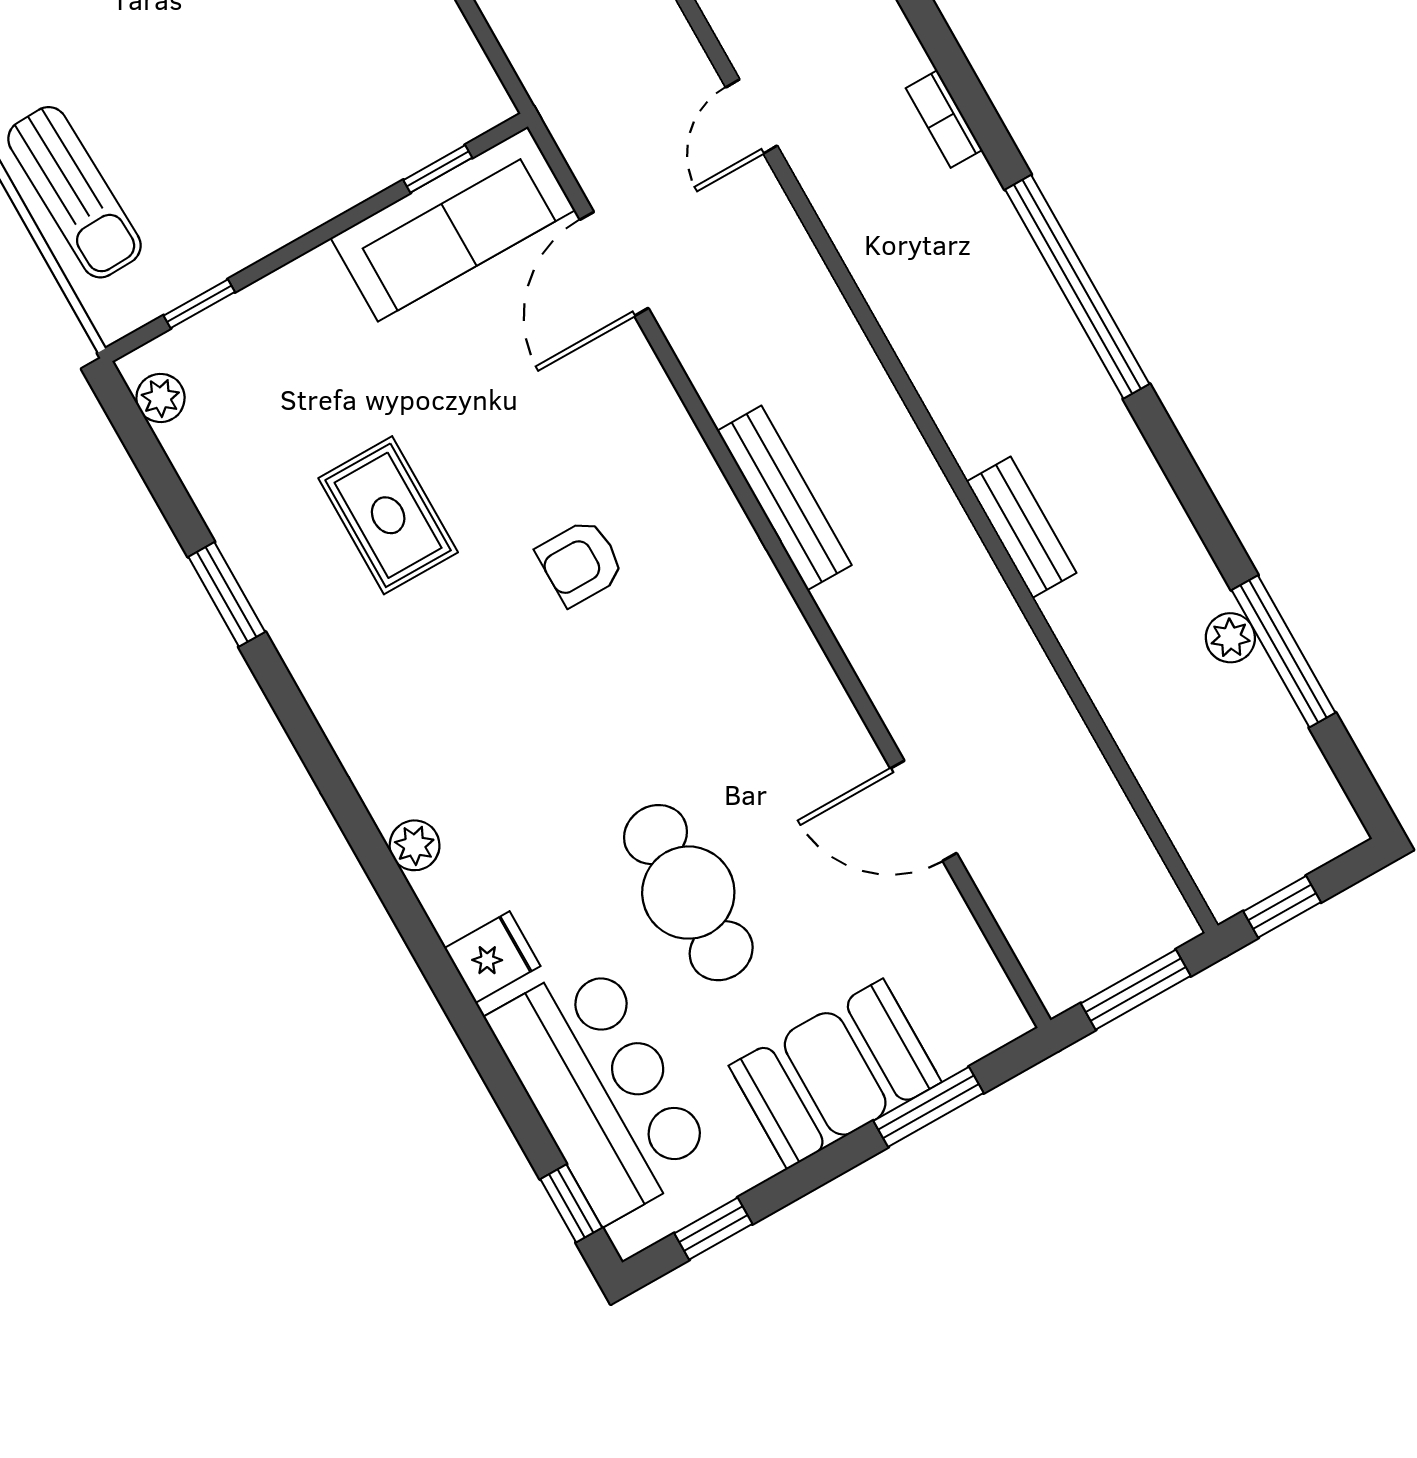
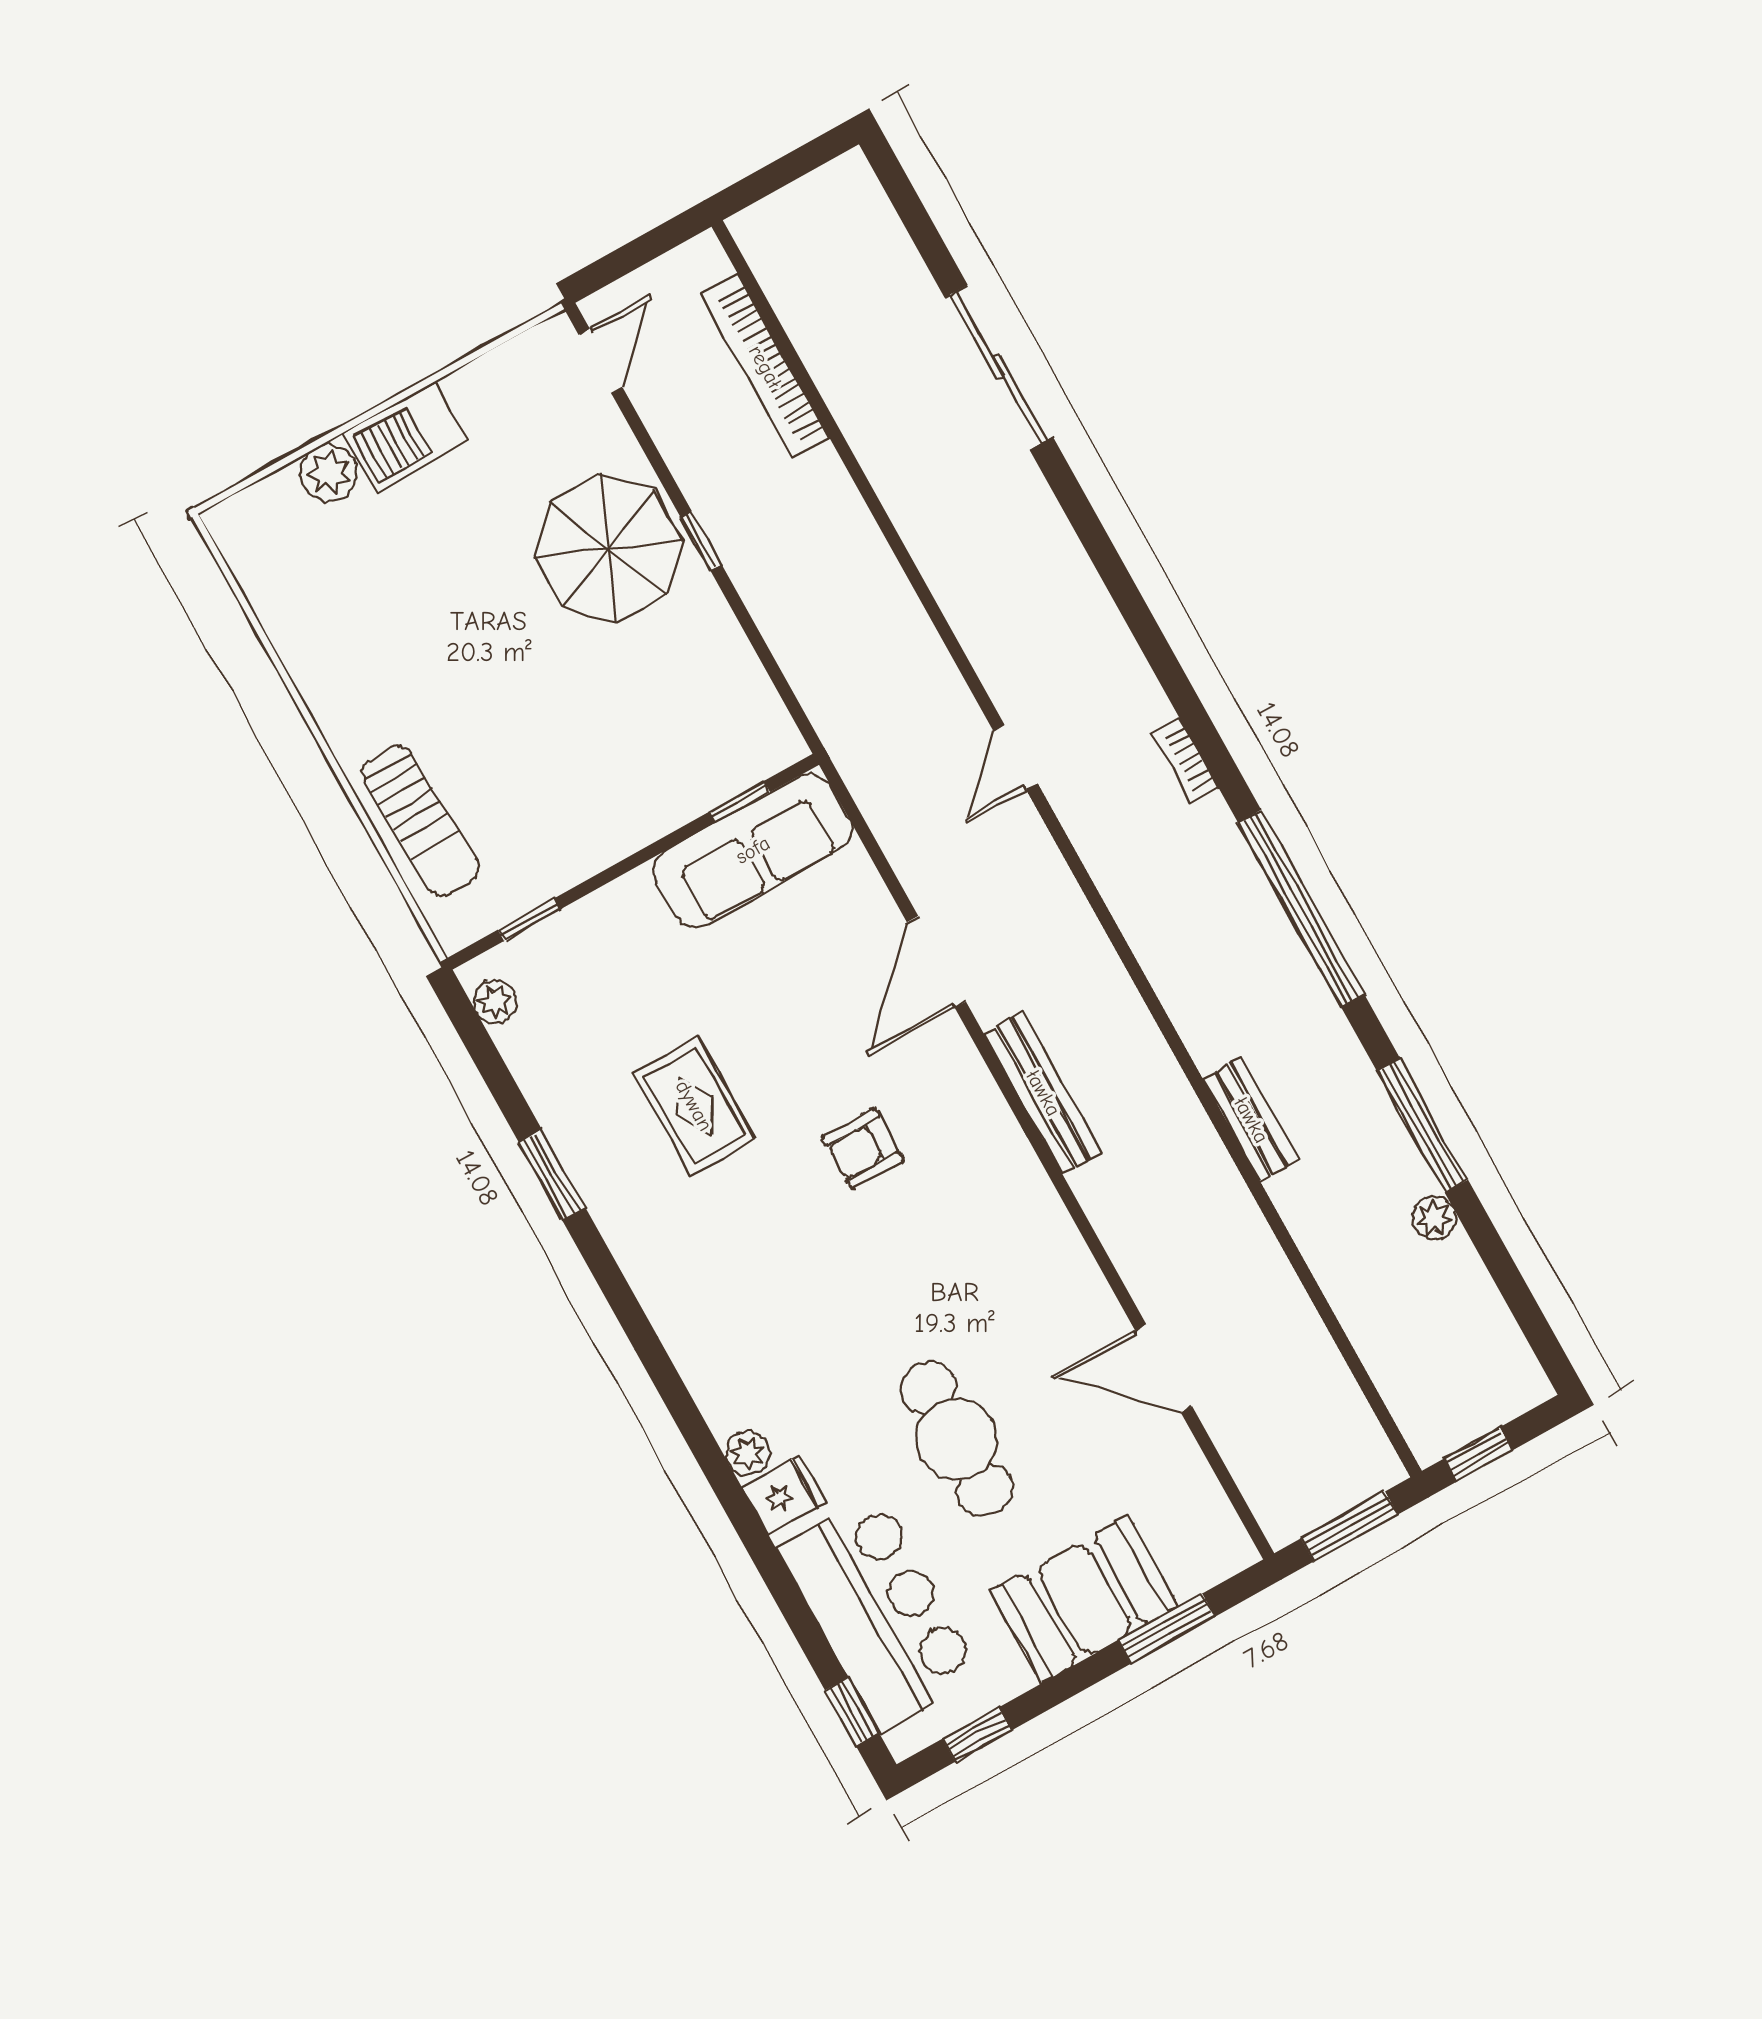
door: (614, 264) -> (936, 962), moved
window: (1284, 651) -> (1422, 1125), moved
plant: (415, 845) -> (748, 1453), moved

